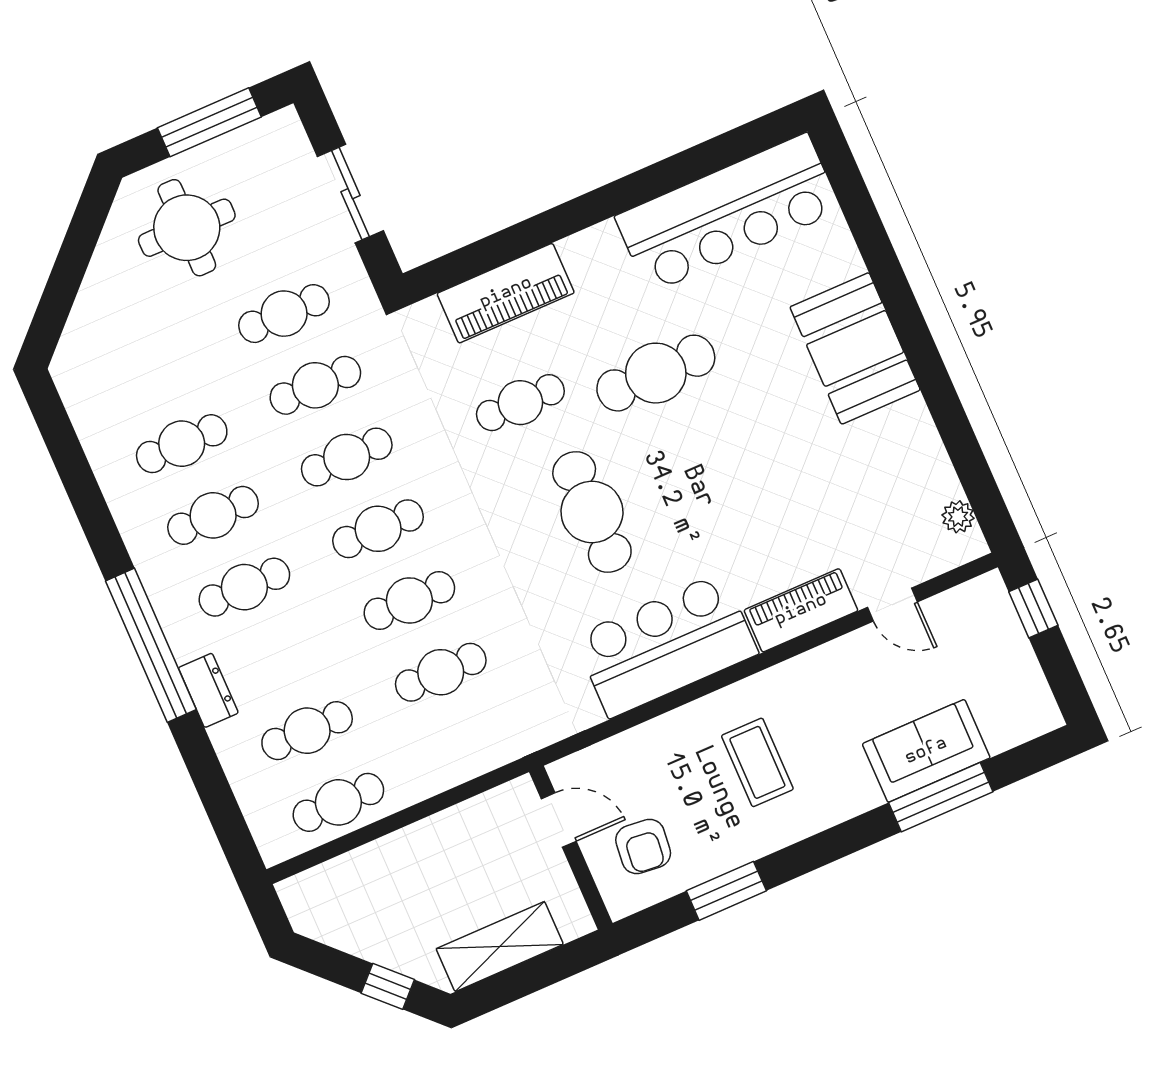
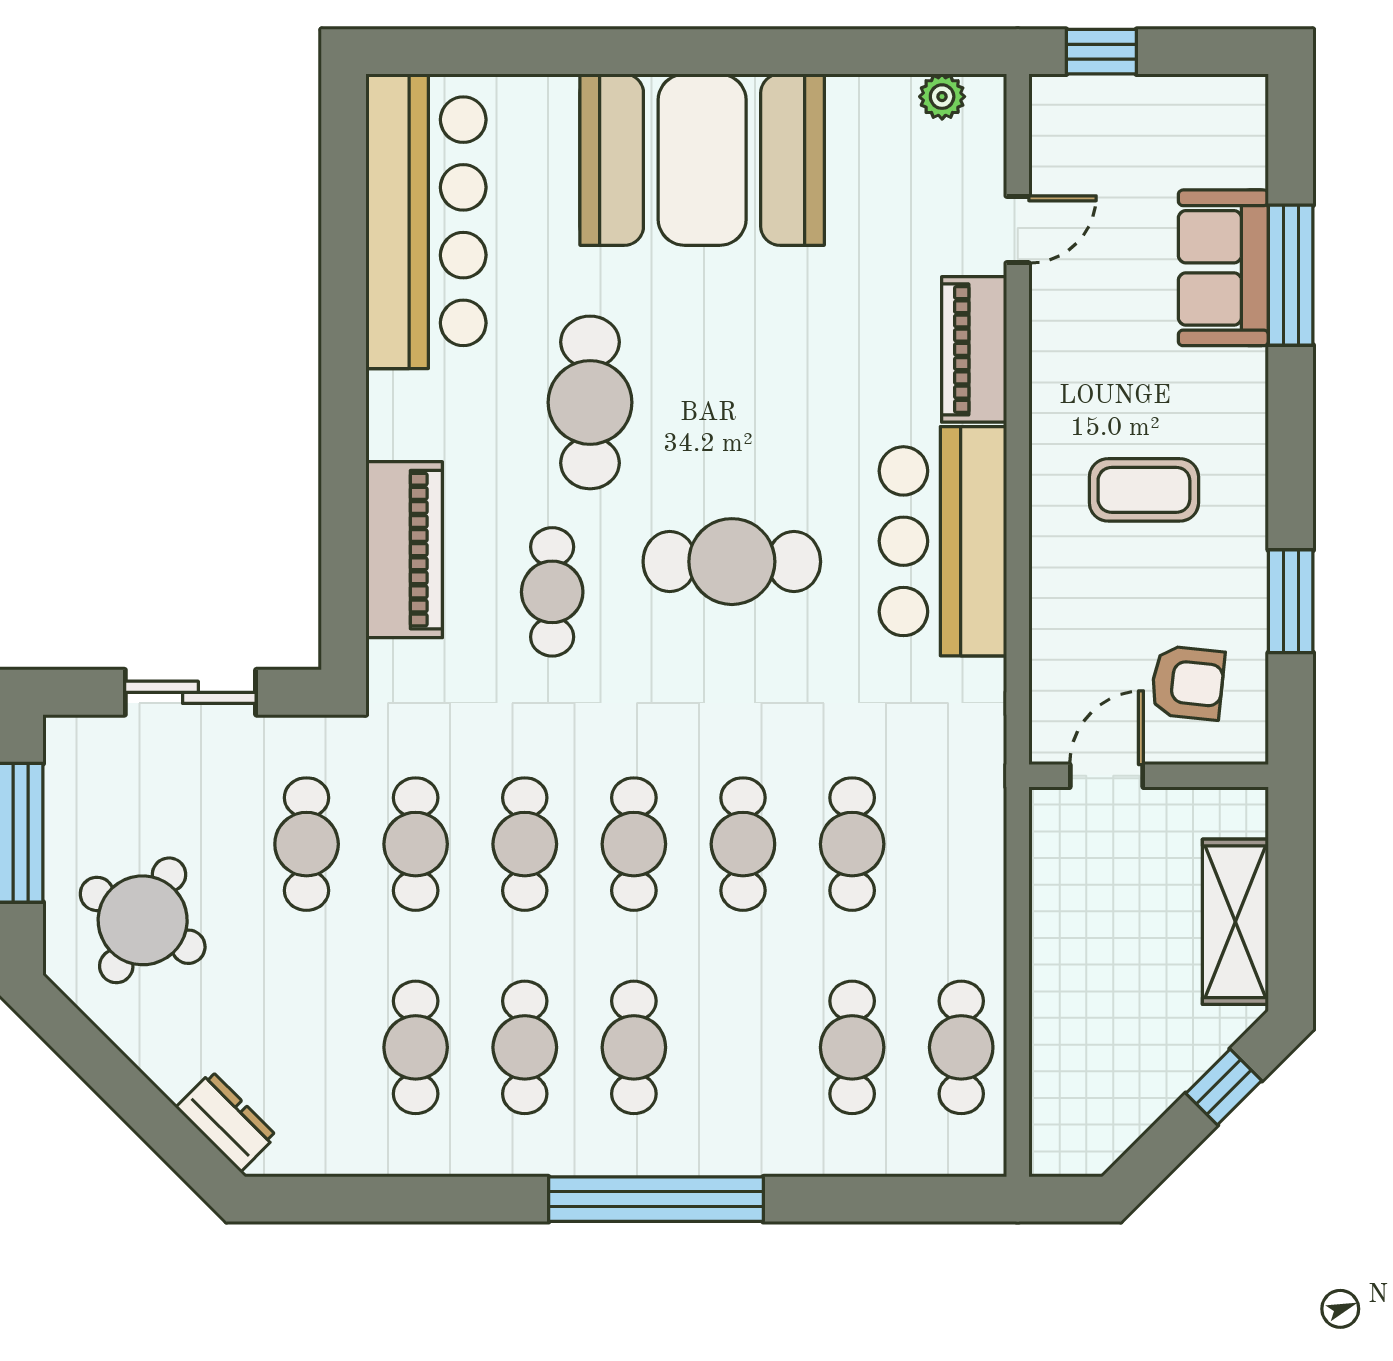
round table: (187, 228) -> (143, 920), turned 30
booth: (855, 348) -> (702, 160), width x1.36, depth x1.42
dresser: (208, 690) -> (226, 1122), moved, turned 45

